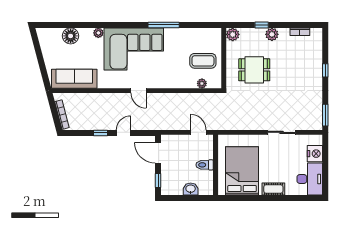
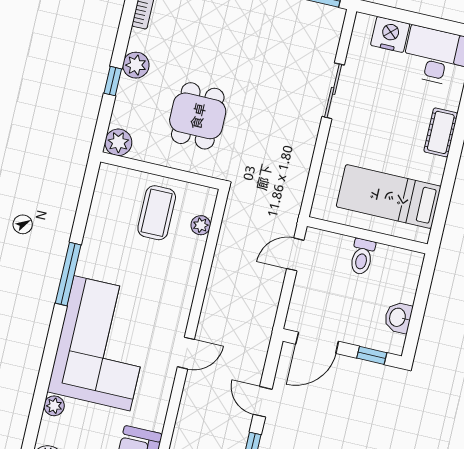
bed: (242, 171) -> (389, 197), width x0.67
washbasin: (191, 189) -> (398, 317), moved

